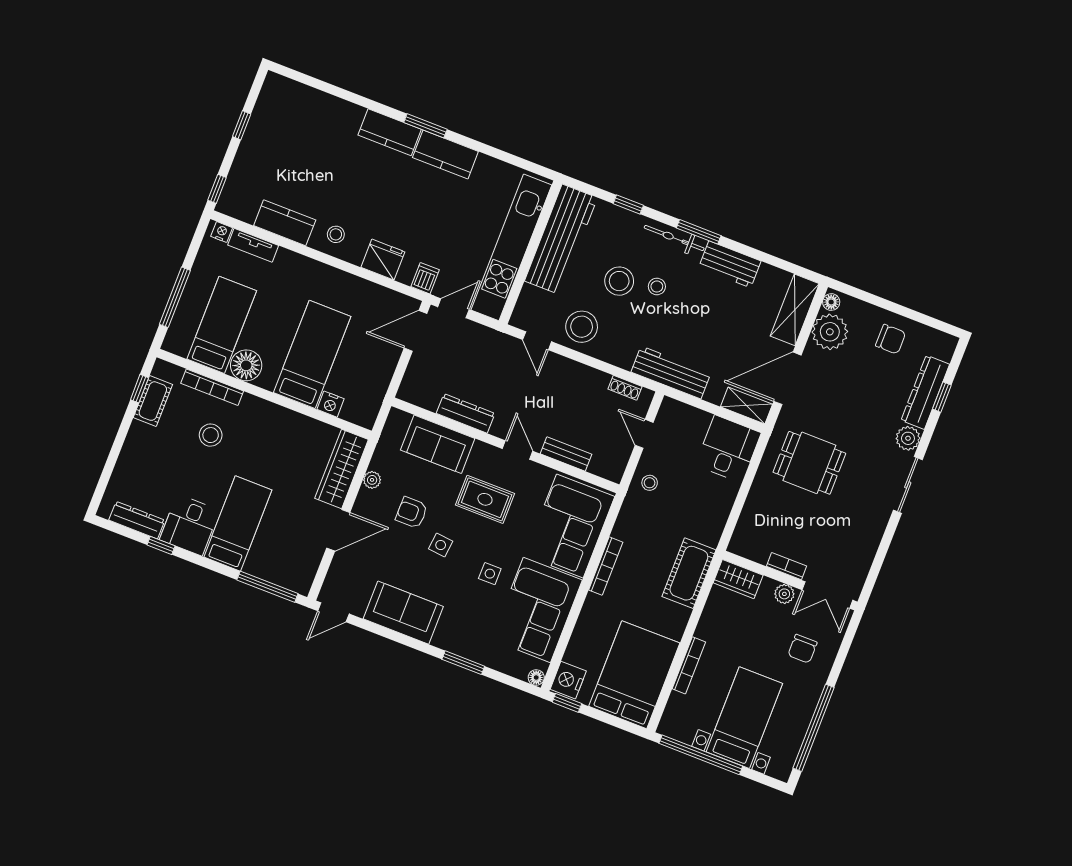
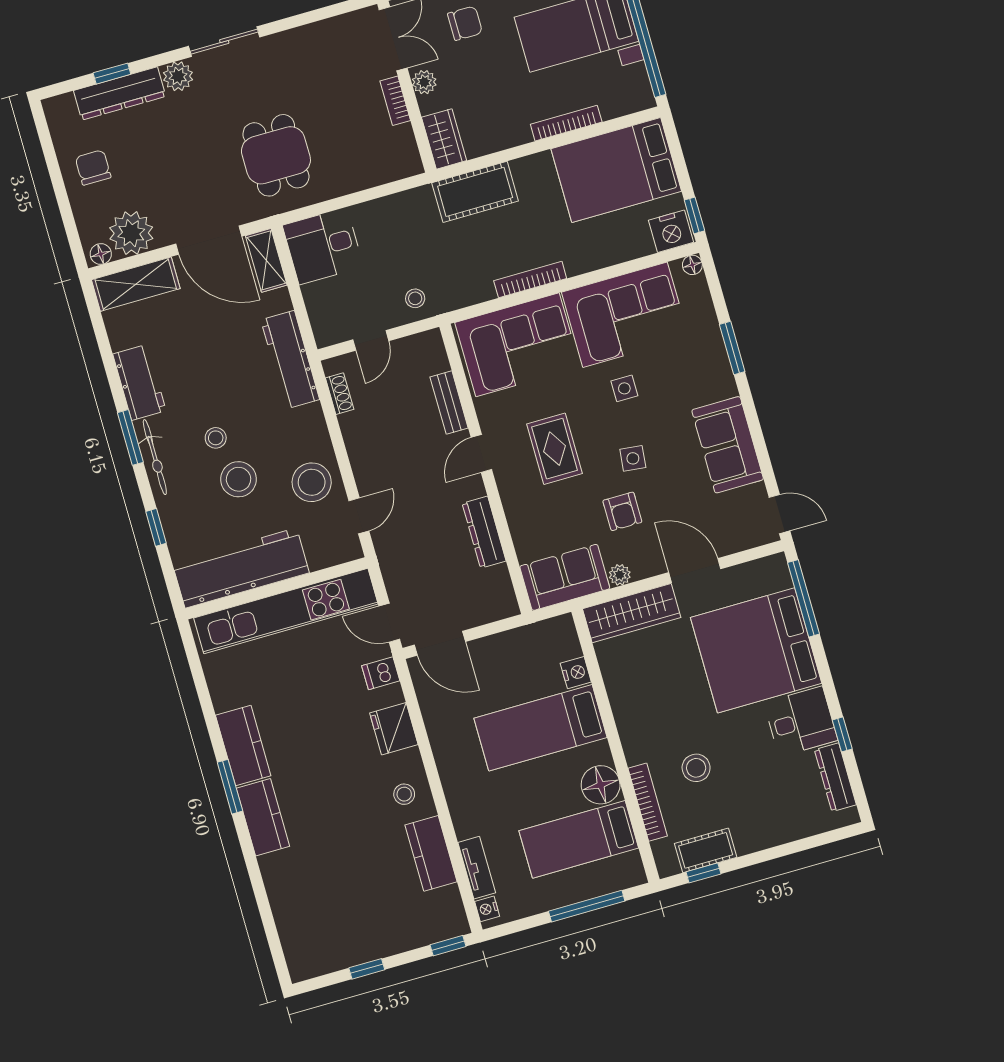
sofa: (438, 444) -> (565, 577), moved, turned -90
bed: (238, 523) -> (756, 650), width x2.04

